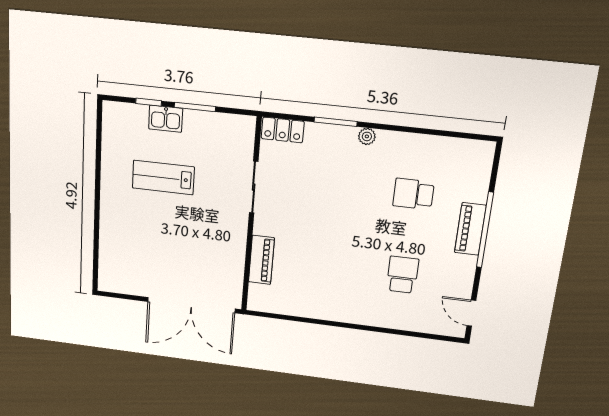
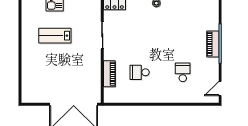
school desk: (413, 194) -> (140, 72), moved
door: (471, 313) -> (220, 88), hinge flipped

